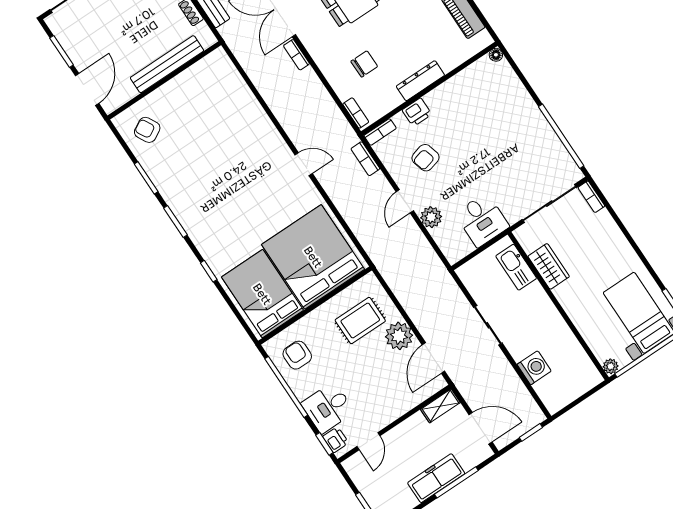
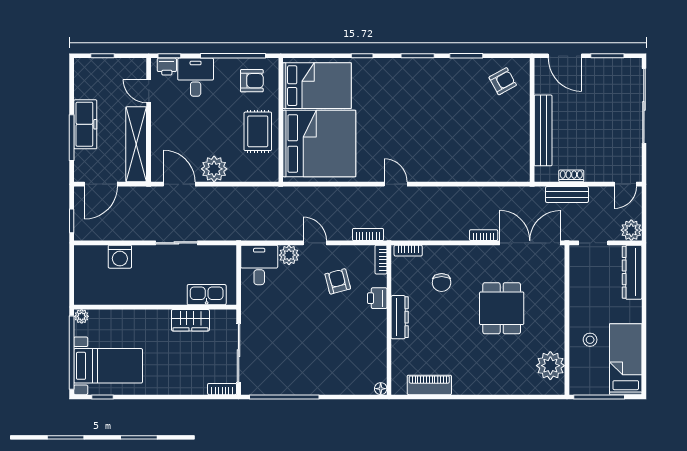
door: (304, 164) -> (396, 184), swing flipped
desk: (482, 220) -> (259, 265), moved, turned 90
rug: (360, 321) -> (258, 131), moved
shelving: (440, 406) -> (136, 144), width x2.20, depth x1.33

